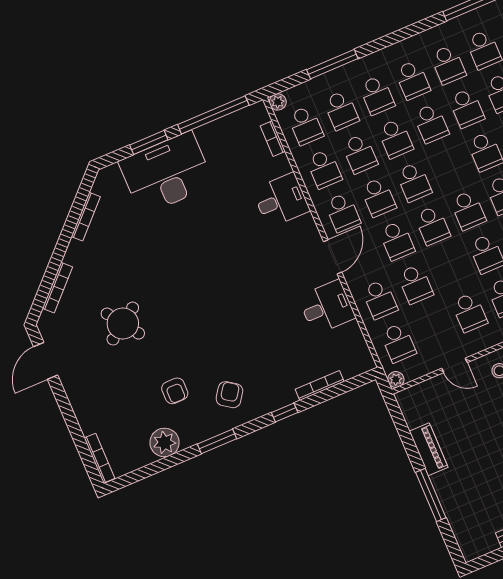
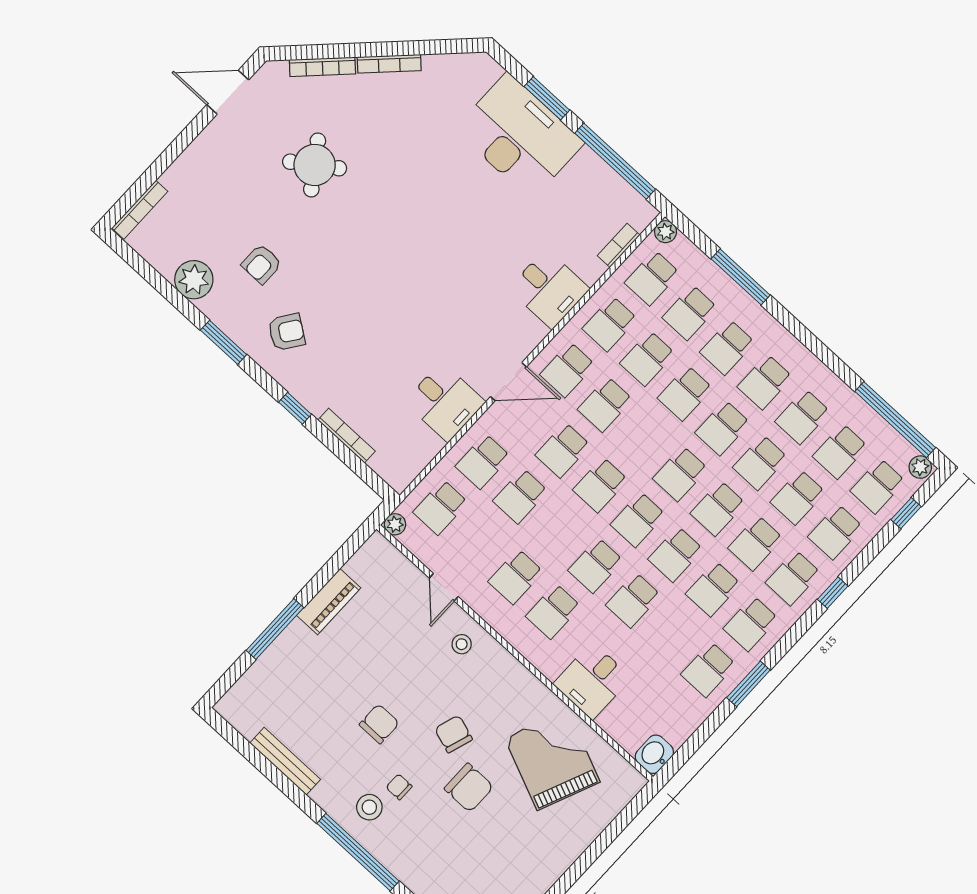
school desk: (414, 182) -> (680, 474), moved
bookcase: (86, 217) -> (389, 64), moved

